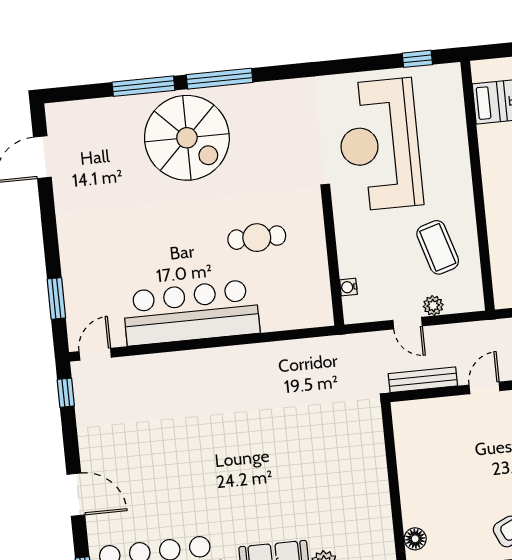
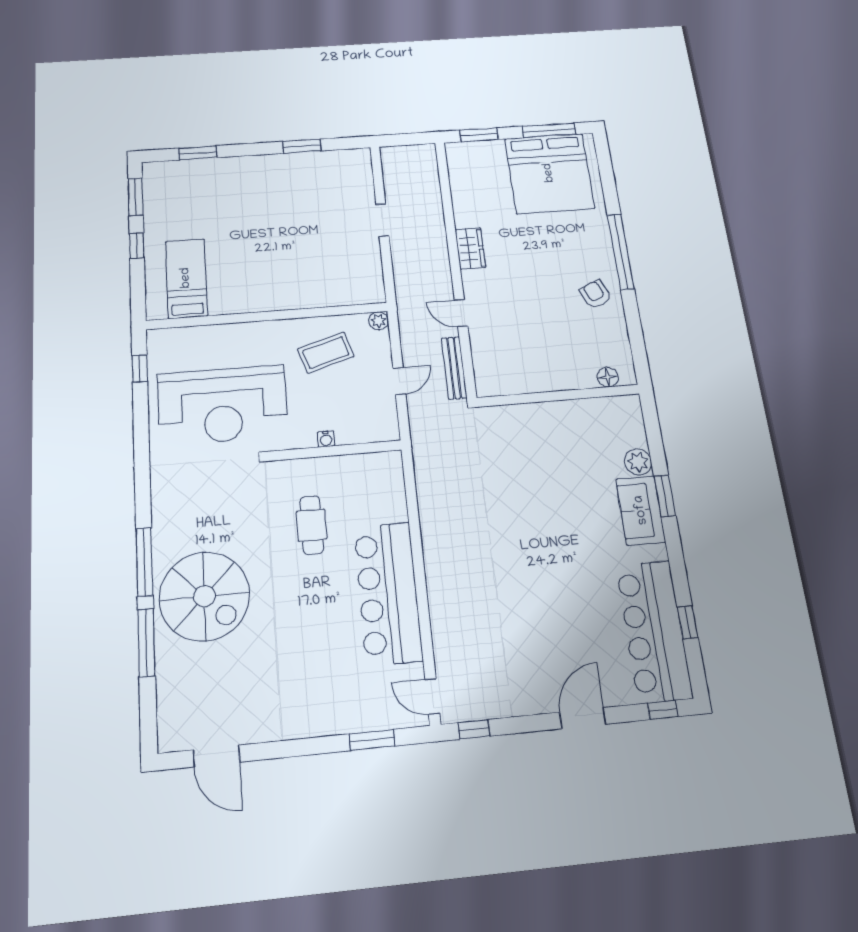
spiral stairs: (187, 138) -> (204, 596), turned 90
water cooler: (348, 287) -> (326, 439), moved
plant: (433, 306) -> (379, 321), moved

